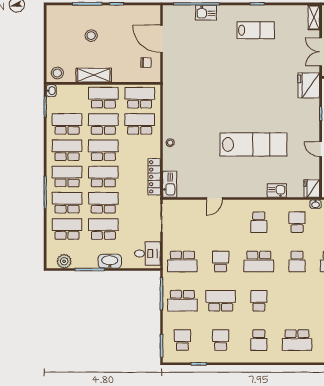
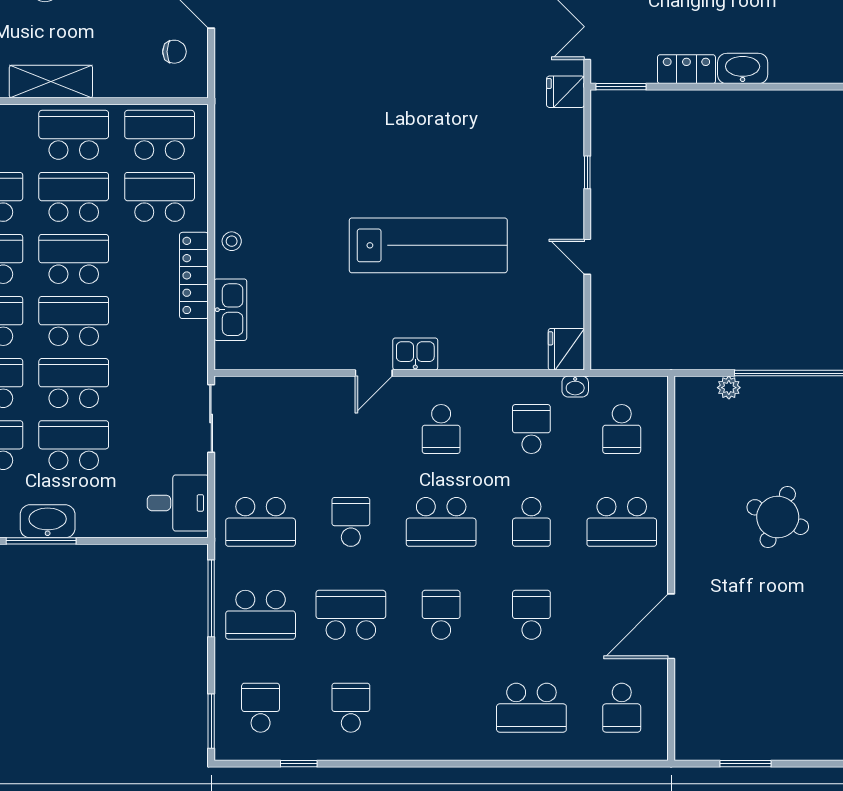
fridge: (309, 85) -> (566, 92), width x0.53, depth x0.75
locker: (154, 177) -> (194, 275), moved
kitchen sink: (170, 184) -> (230, 310), moved
kitchen sink: (277, 190) -> (415, 354), moved
door: (214, 199) -> (374, 373), moved
washbasin: (110, 261) -> (48, 521), moved
school desk: (259, 340) -> (531, 615), moved, turned 180

